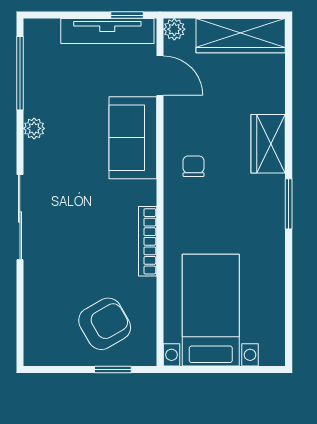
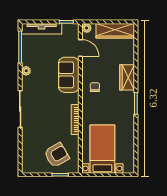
tv unit: (107, 31) -> (42, 29), moved

